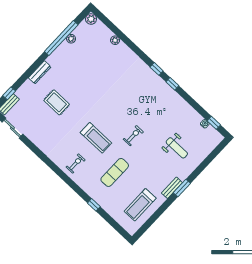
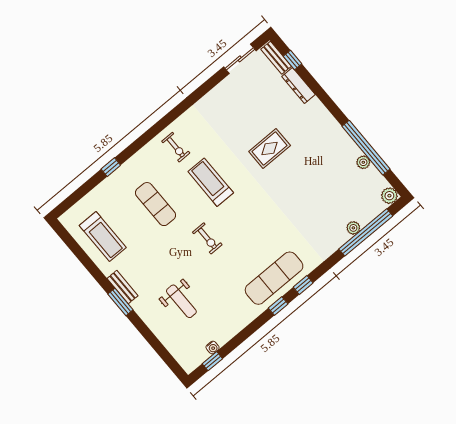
window: (117, 32) -> (366, 232), added
dresser: (40, 72) -> (298, 85), moved
exercise mat: (154, 89) -> (274, 278), added
rug: (57, 102) -> (270, 148), moved
treadmill: (96, 138) -> (211, 182), turned 90
weight bench: (177, 148) -> (181, 301), turned -90
treadmill: (140, 205) -> (103, 236), turned 180

